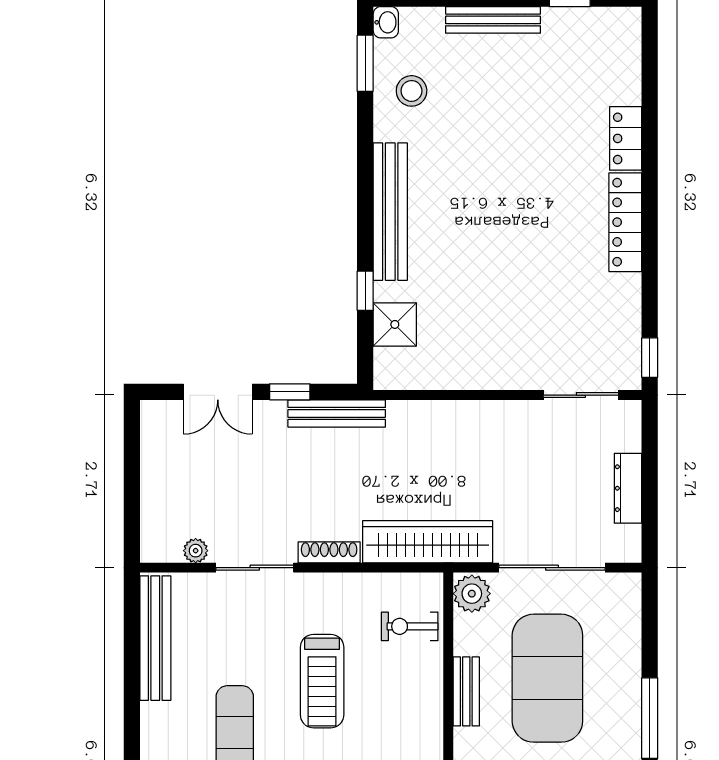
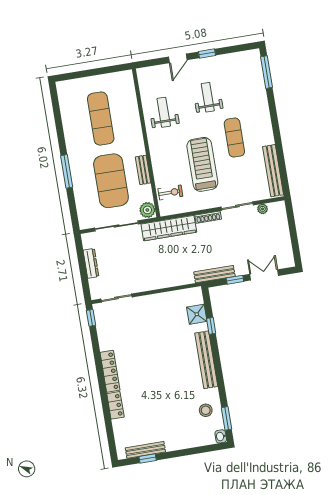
bench: (493, 20) -> (145, 450), moved
treadmill: (322, 681) -> (202, 164), width x1.37, depth x1.38

